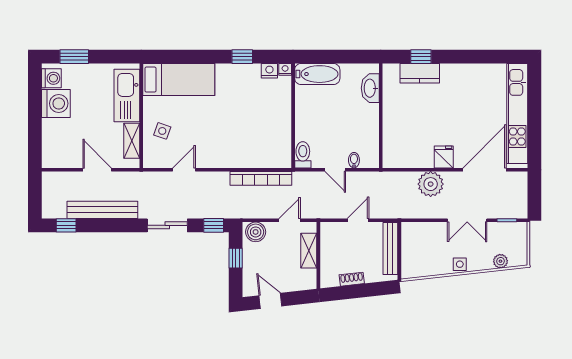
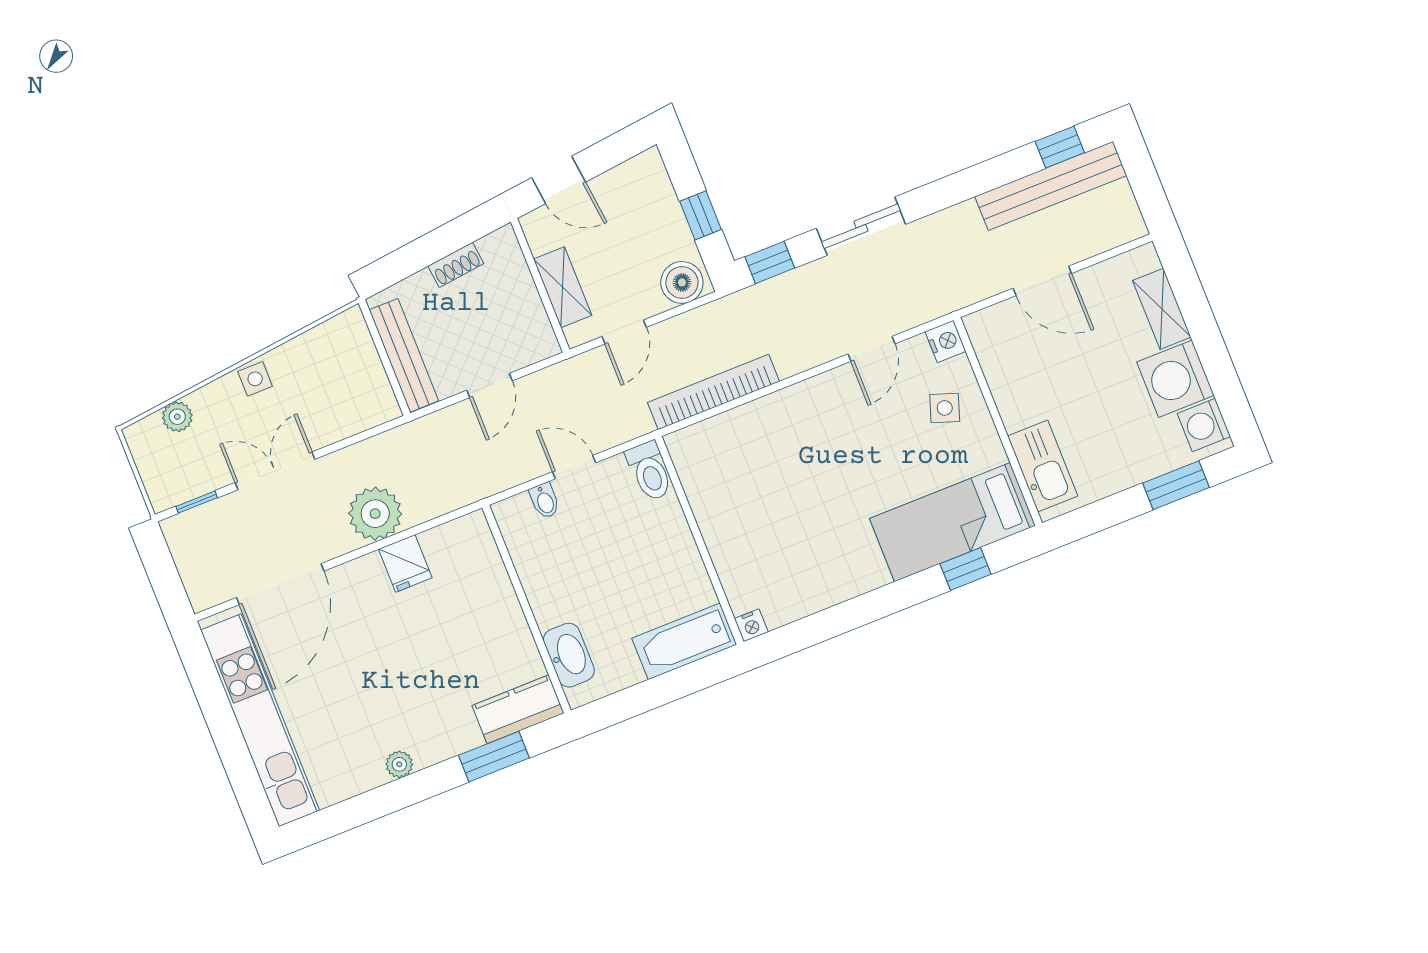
window: (242, 57) -> (966, 569), moved
window: (421, 57) -> (494, 757), width x1.50
plant: (464, 70) -> (399, 764), added
nightstand: (269, 71) -> (945, 341), moved, turned -90
kitchen counter: (420, 73) -> (518, 709), moved
kitchen sink: (127, 95) -> (1043, 466), width x0.73, depth x0.81
shelving: (132, 141) -> (1162, 309), moved
fridge: (444, 157) -> (405, 563), moved
bench: (102, 210) -> (1051, 186), moved
door: (270, 301) -> (559, 180), moved

